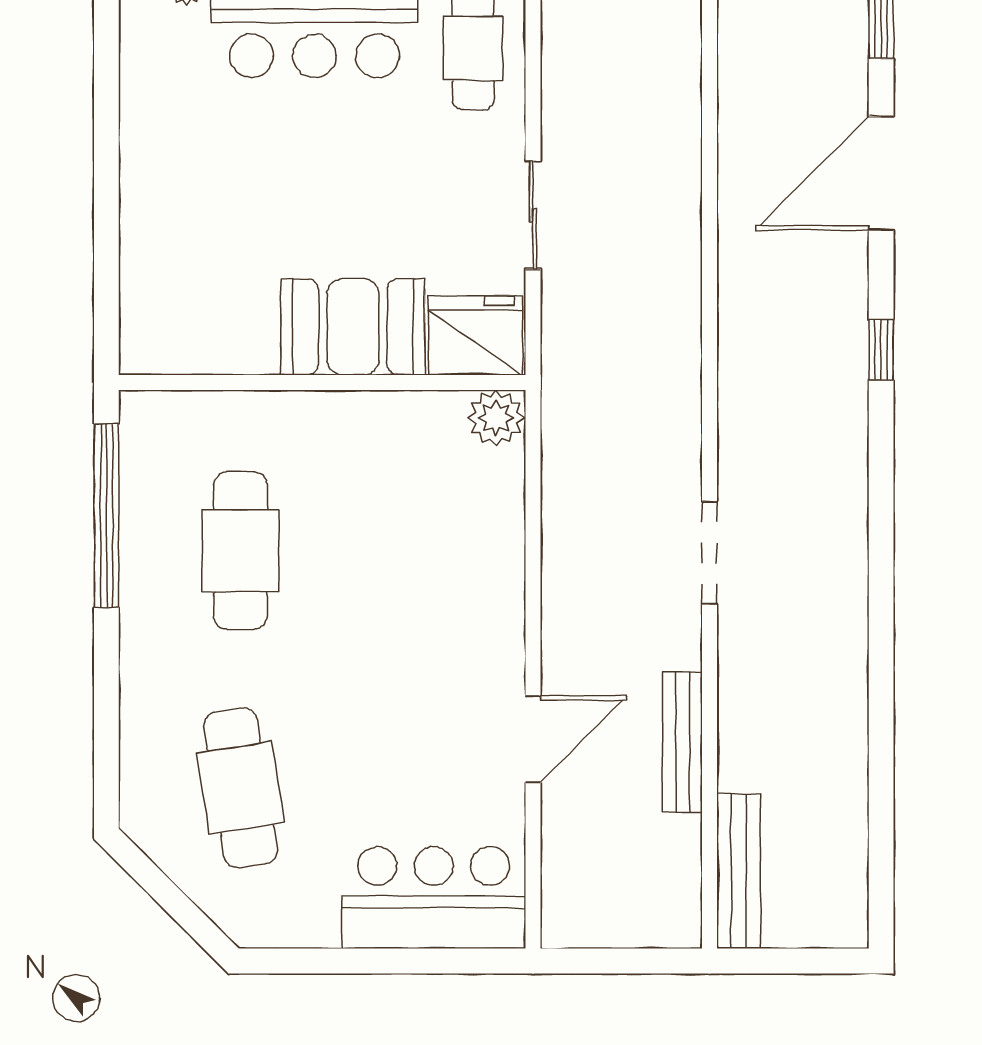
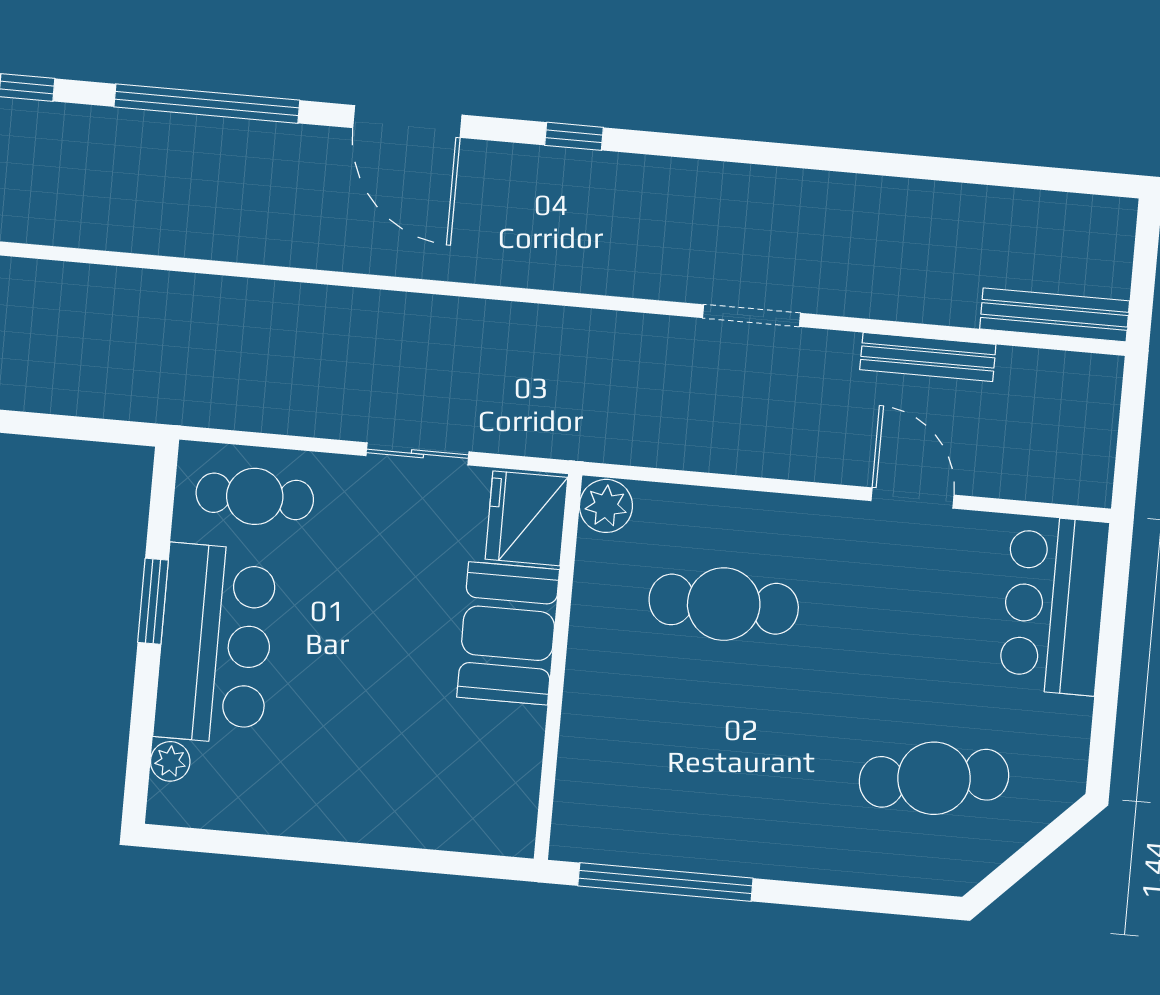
cafe table: (241, 551) -> (724, 604), moved

